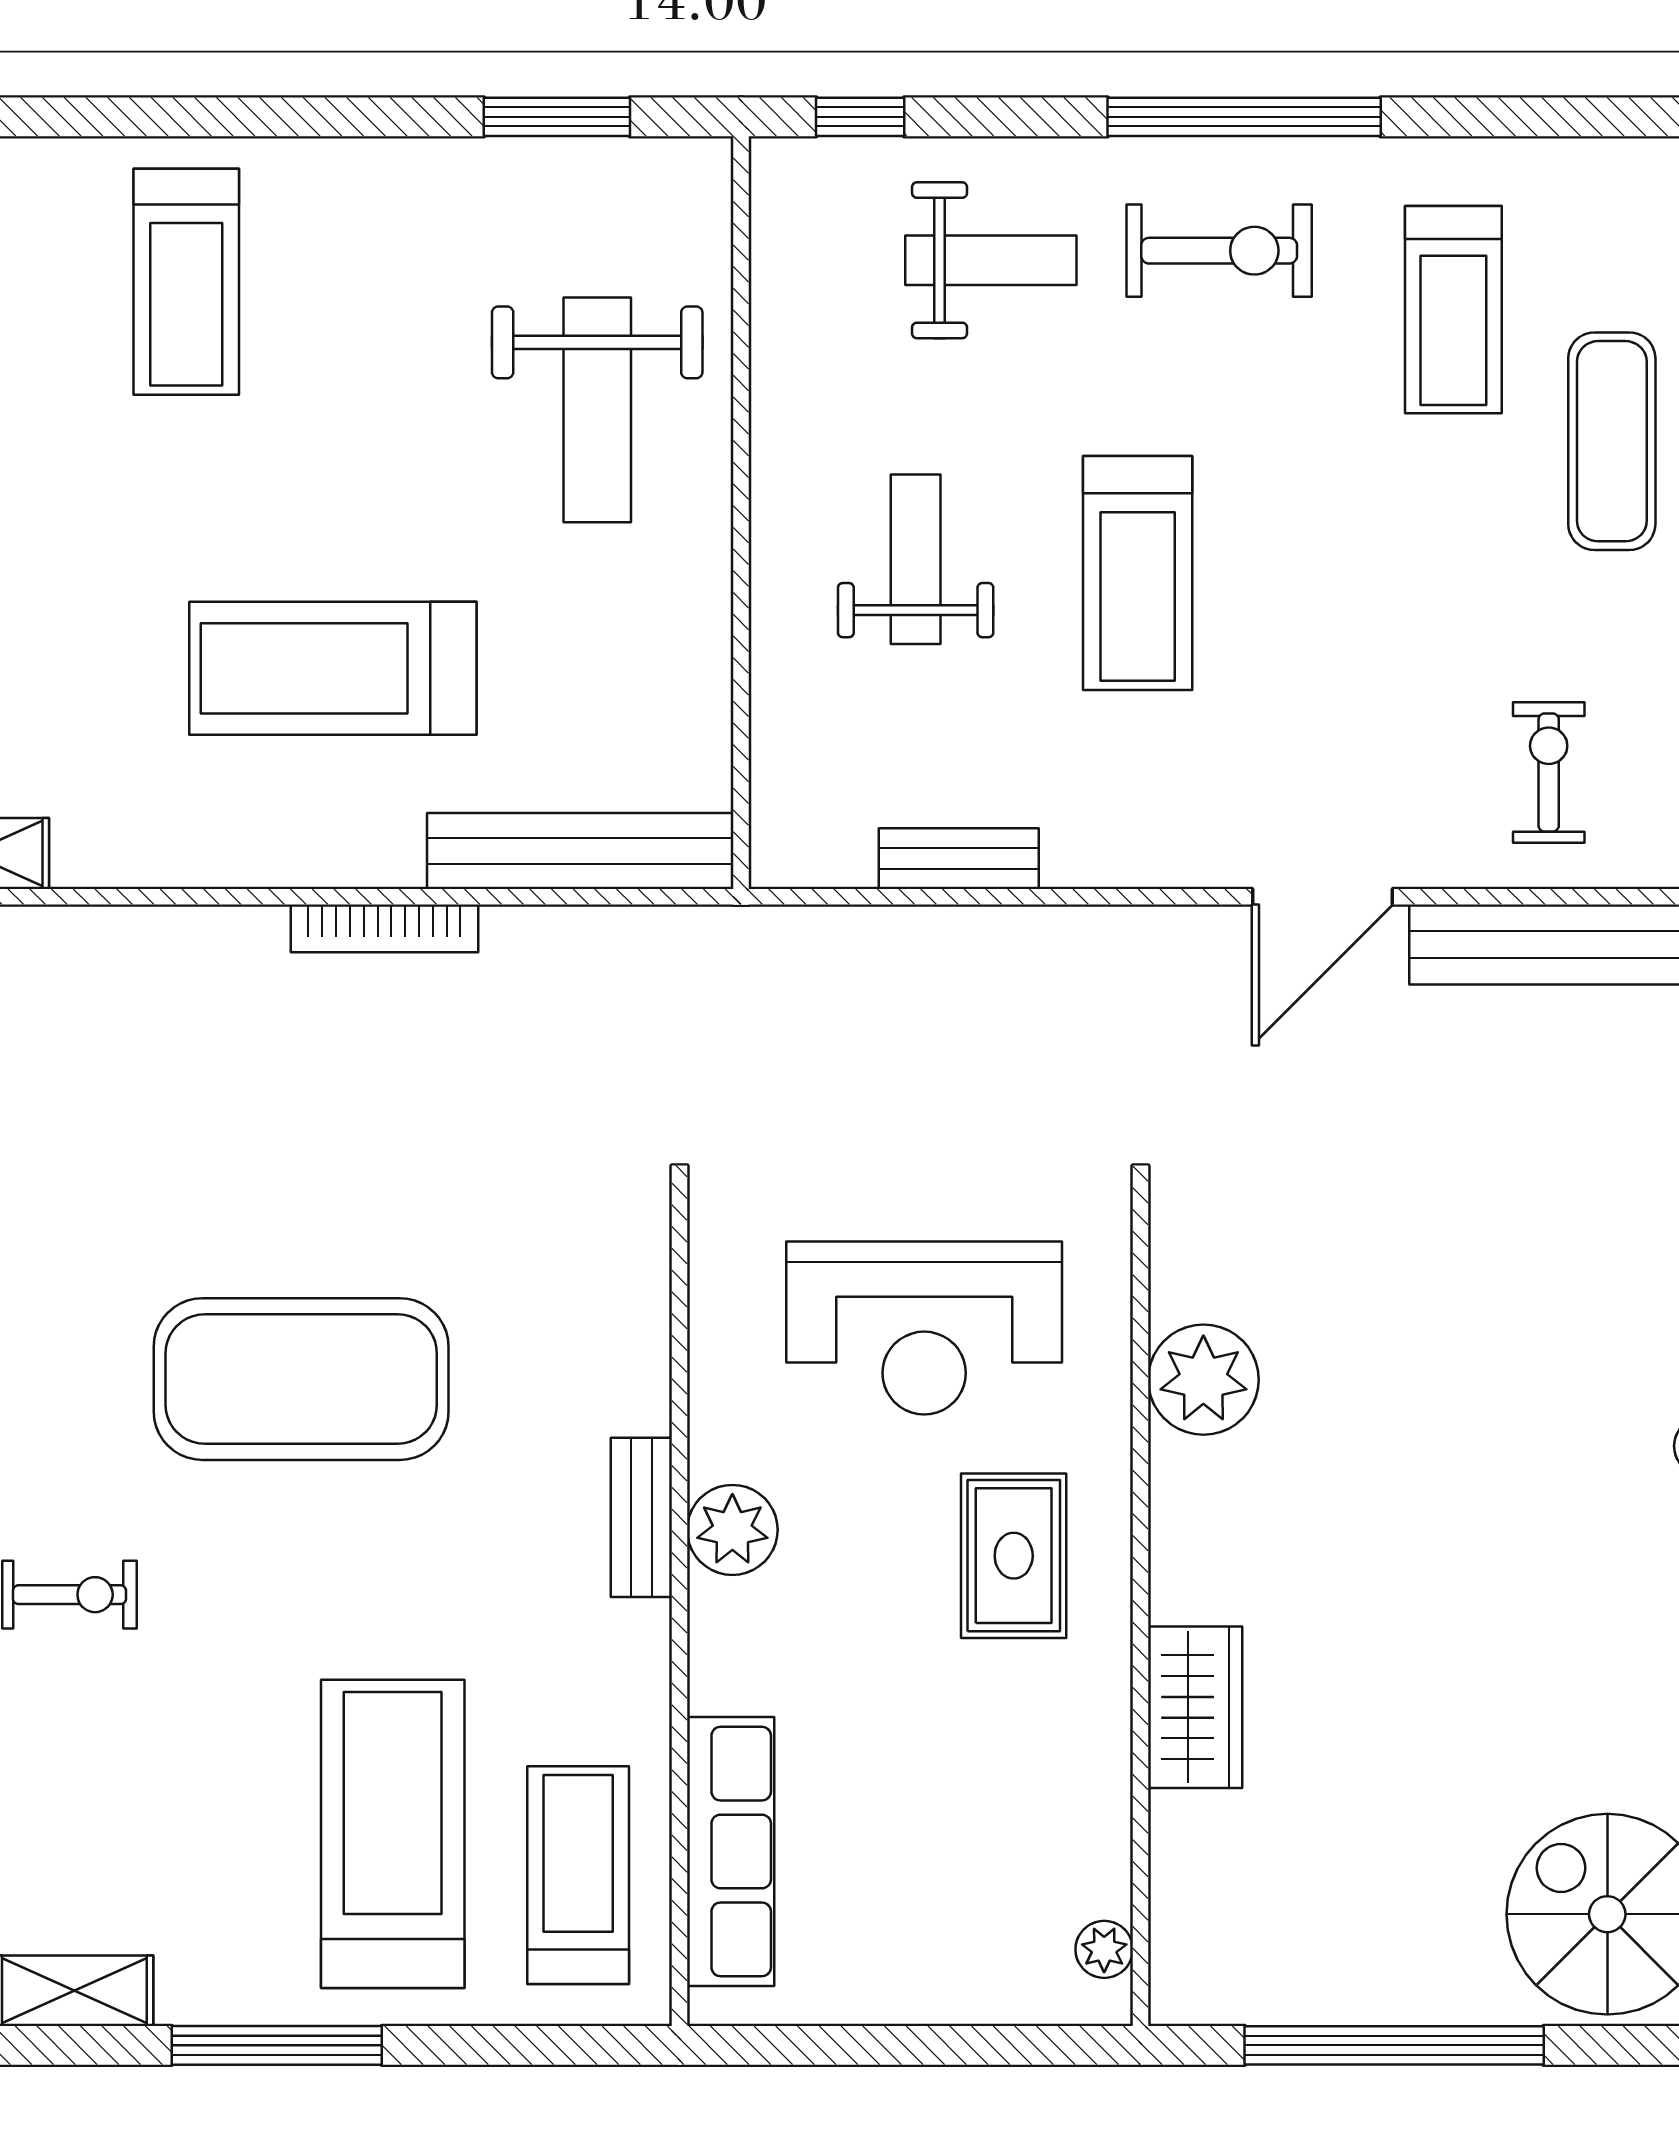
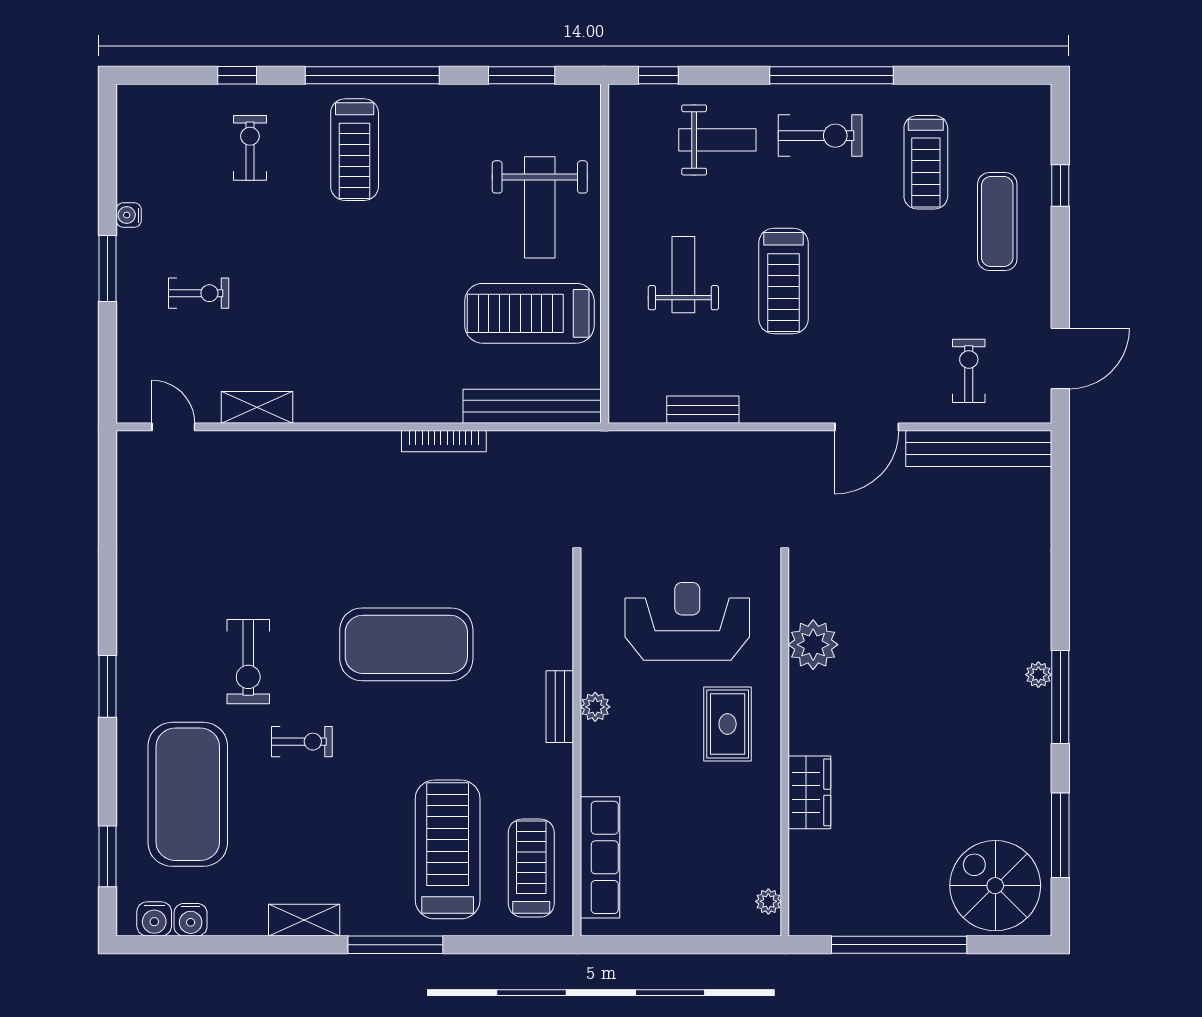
window: (226, 117) -> (372, 75), added
treadmill: (333, 668) -> (529, 313), moved
reception desk: (924, 1328) -> (687, 621), turned 180
plant: (732, 1530) -> (595, 707), width x0.73, depth x0.73

